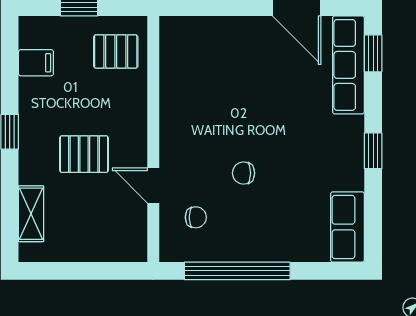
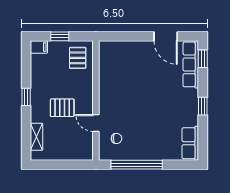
pallet: (116, 51) -> (78, 58), turned 90
filing cabinet: (36, 63) -> (39, 47), moved
chair: (244, 173) -> (140, 117), removed

